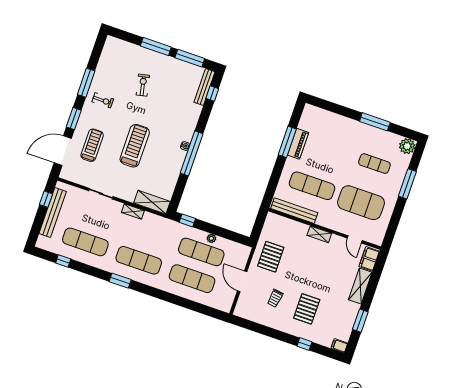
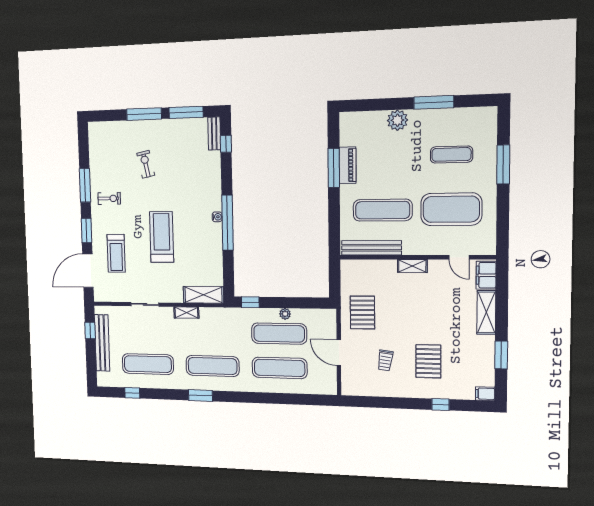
bench: (204, 87) -> (214, 133), width x0.73
treadmill: (92, 145) -> (116, 253), turned 180
plant: (407, 146) -> (397, 120), moved

